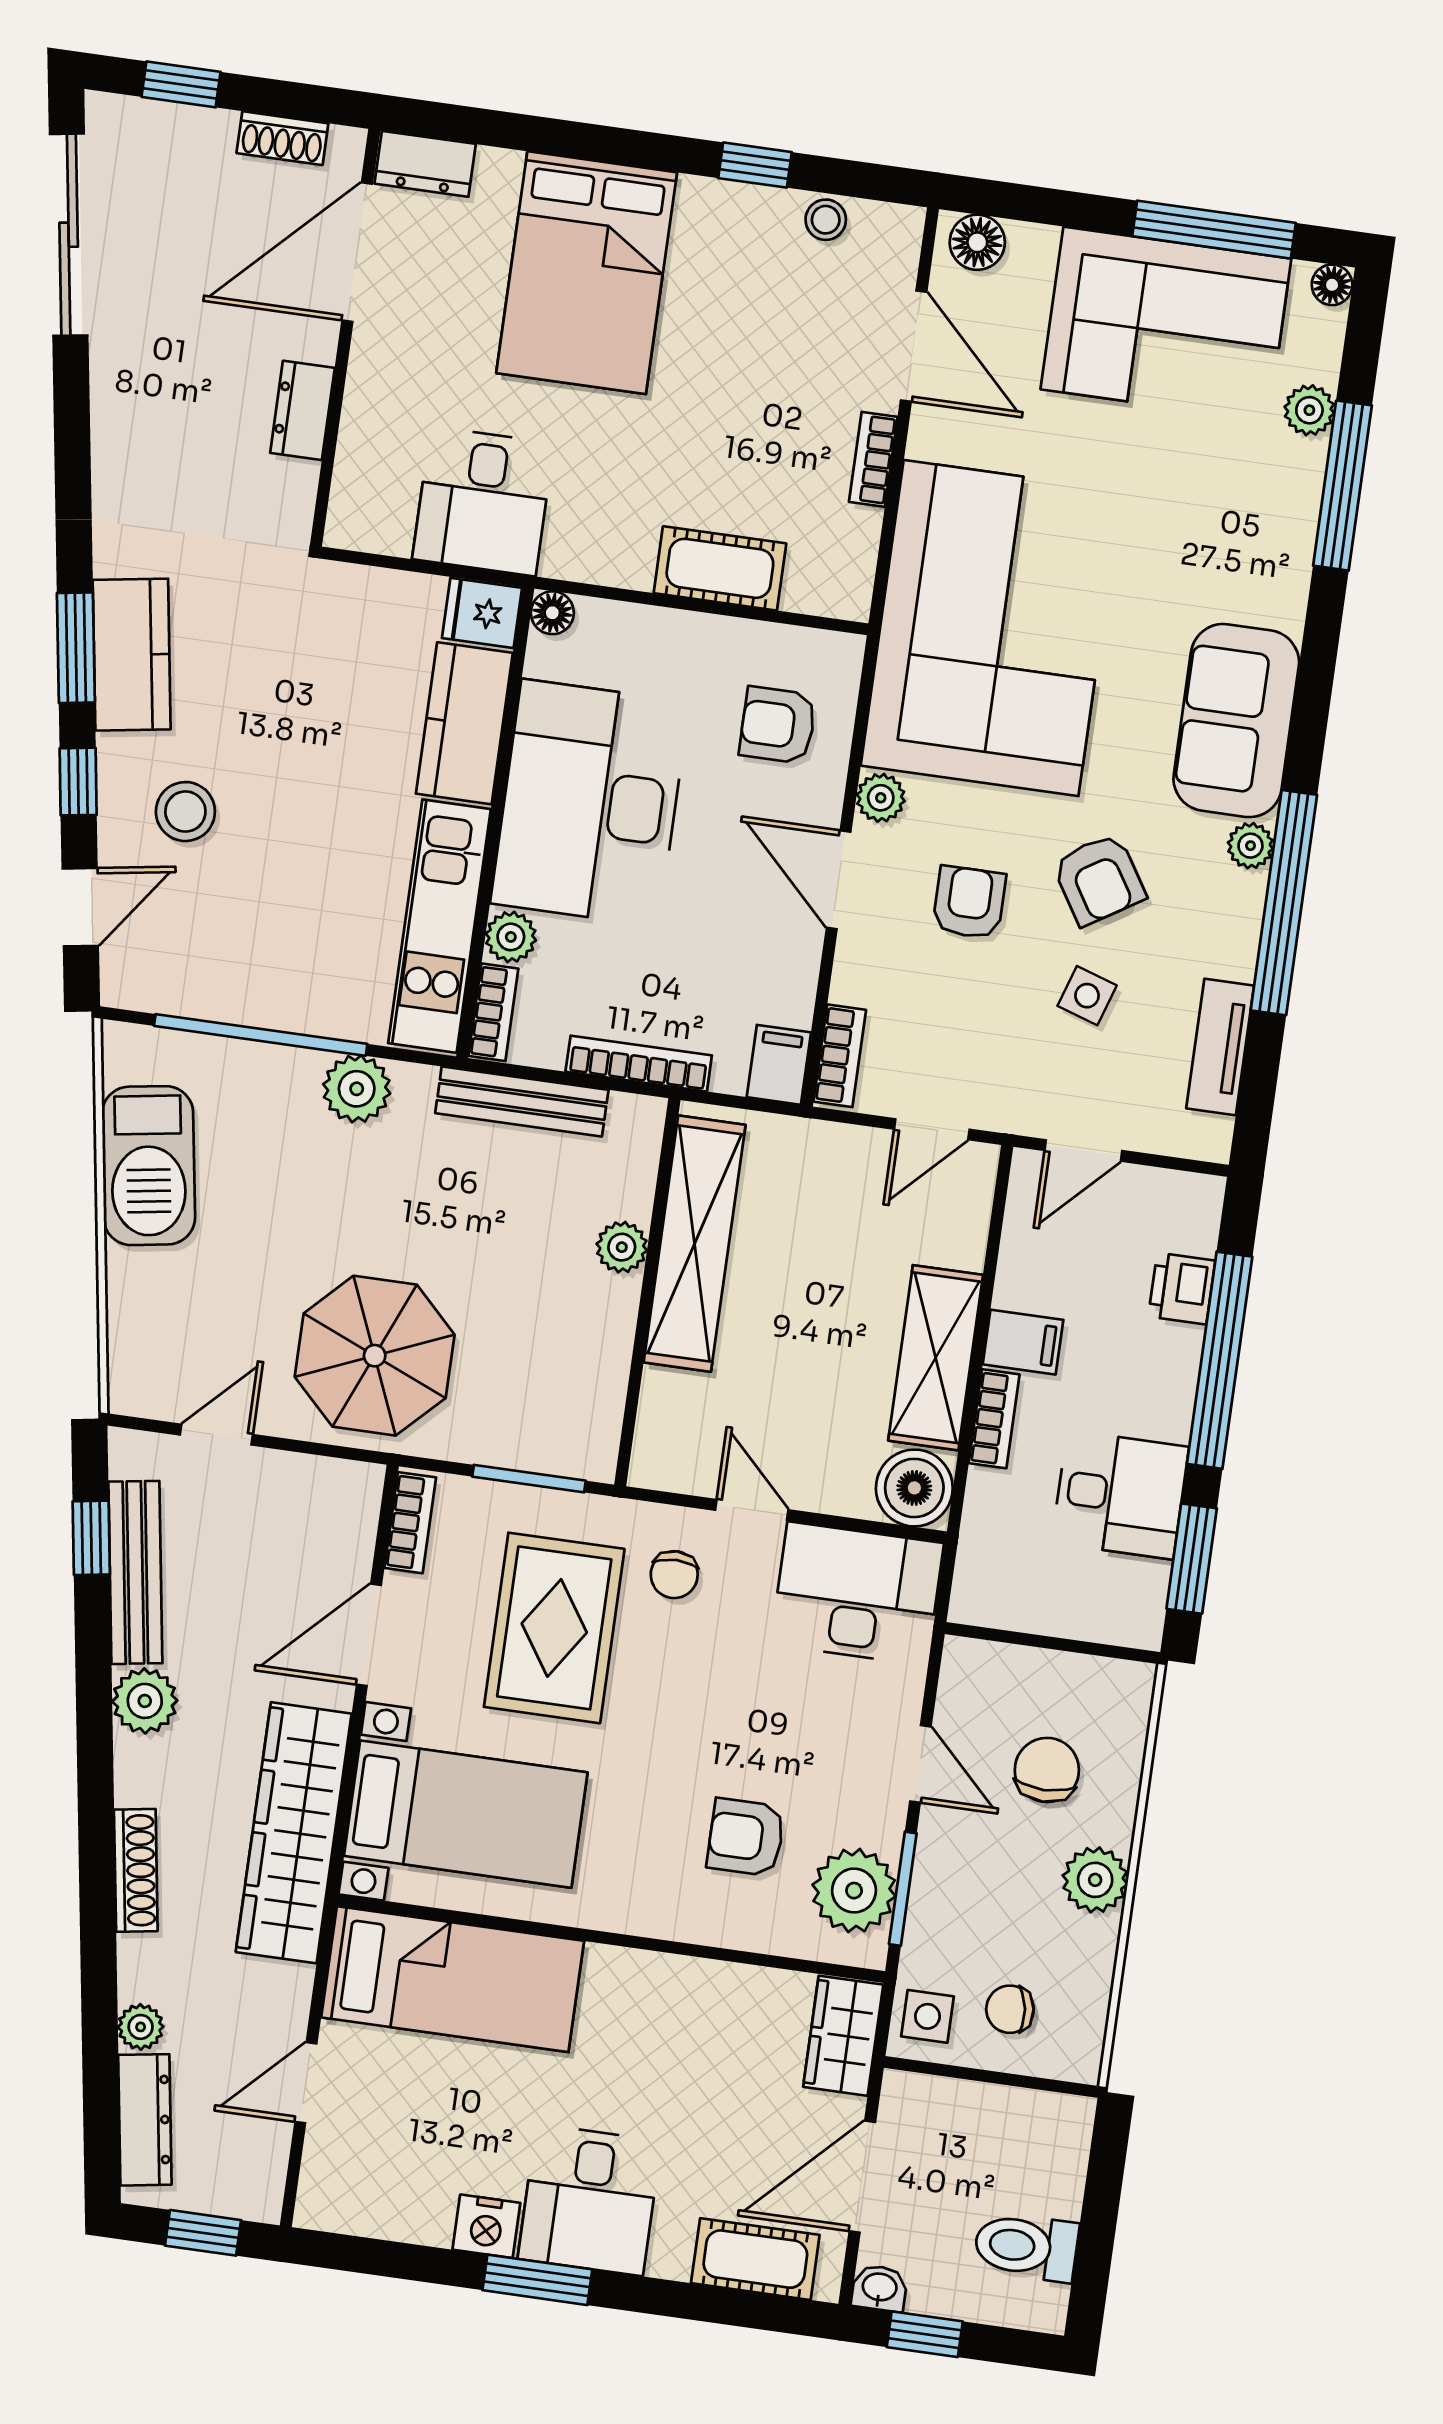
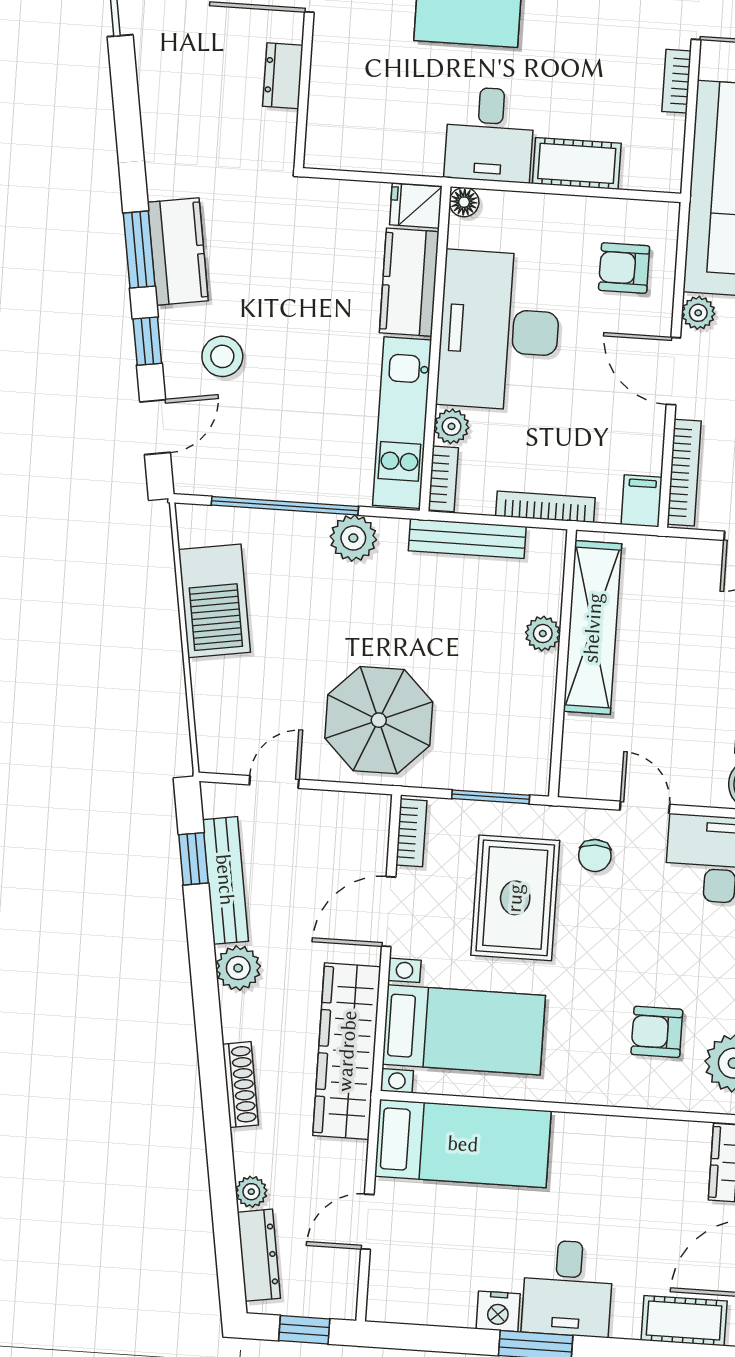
desk: (483, 501) -> (490, 134), moved
bookcase: (840, 1056) -> (684, 473), width x1.56

